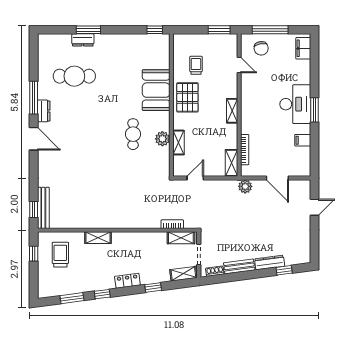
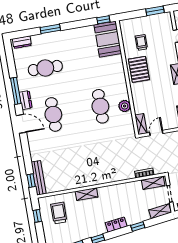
dresser: (83, 40) -> (22, 42), moved
booth: (156, 90) -> (108, 39), moved
cafe table: (74, 134) -> (53, 114), added
cafe table: (133, 134) -> (100, 106), width x1.37, depth x1.35
shelving: (179, 143) -> (141, 124), moved

